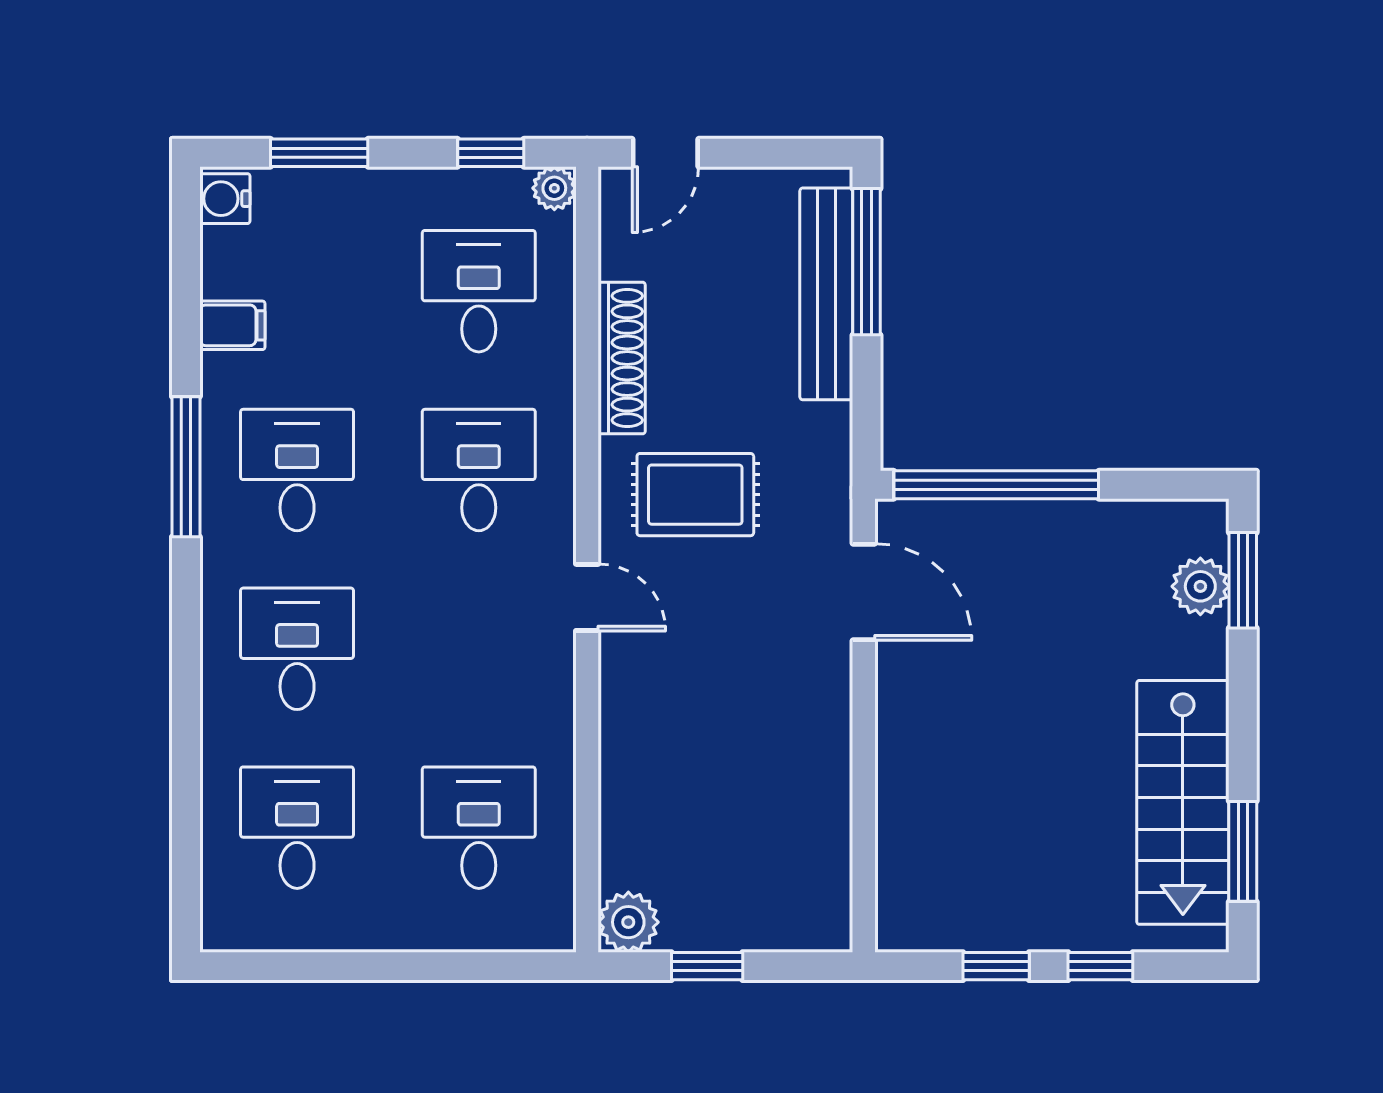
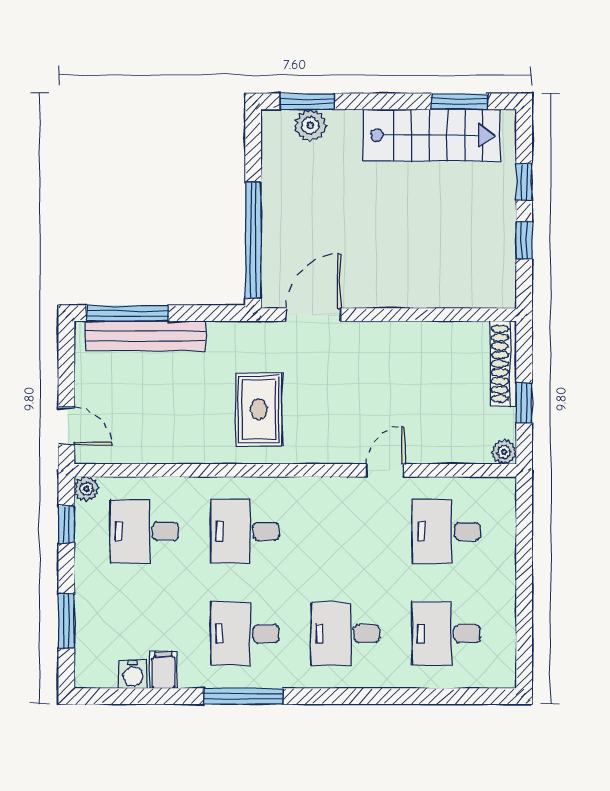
water cooler: (225, 199) -> (133, 674), moved
shoe rack: (622, 358) -> (503, 364), moved, turned -90
door: (587, 597) -> (385, 470), moved
plant: (628, 922) -> (504, 452), width x0.73, depth x0.73

